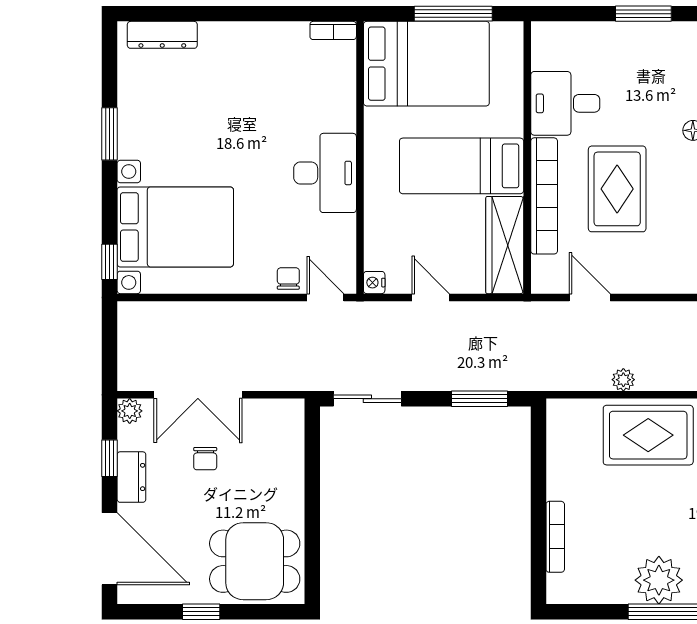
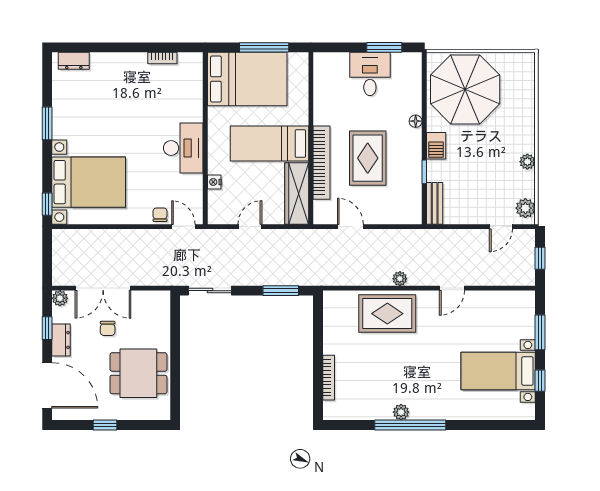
bookcase: (333, 30) -> (162, 58), moved
dresser: (162, 35) -> (74, 61), width x0.70
desk: (565, 103) -> (370, 74), moved, turned 90
nightstand: (374, 283) -> (214, 182), moved
door: (431, 297) -> (250, 227), hinge flipped
plant: (623, 380) -> (400, 279), moved
dining table: (255, 561) -> (138, 373), moved
plant: (659, 580) -> (401, 412), width x0.53, depth x0.53

